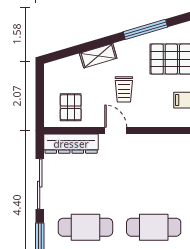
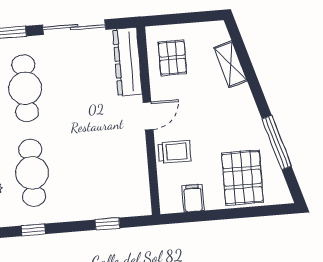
shelving: (98, 56) -> (231, 64), moved
trolley: (124, 89) -> (174, 152), moved, turned 180
pallet: (71, 107) -> (172, 58), turned 90

